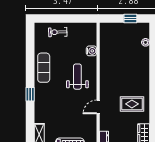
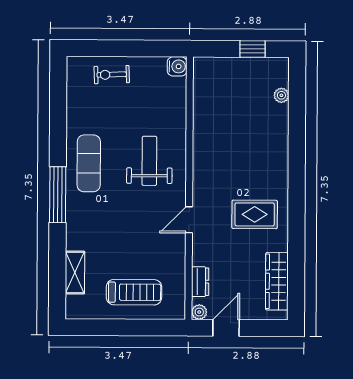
water cooler: (91, 51) -> (177, 66), moved
exercise mat: (44, 68) -> (89, 163), moved
window: (30, 94) -> (58, 195), width x2.17

